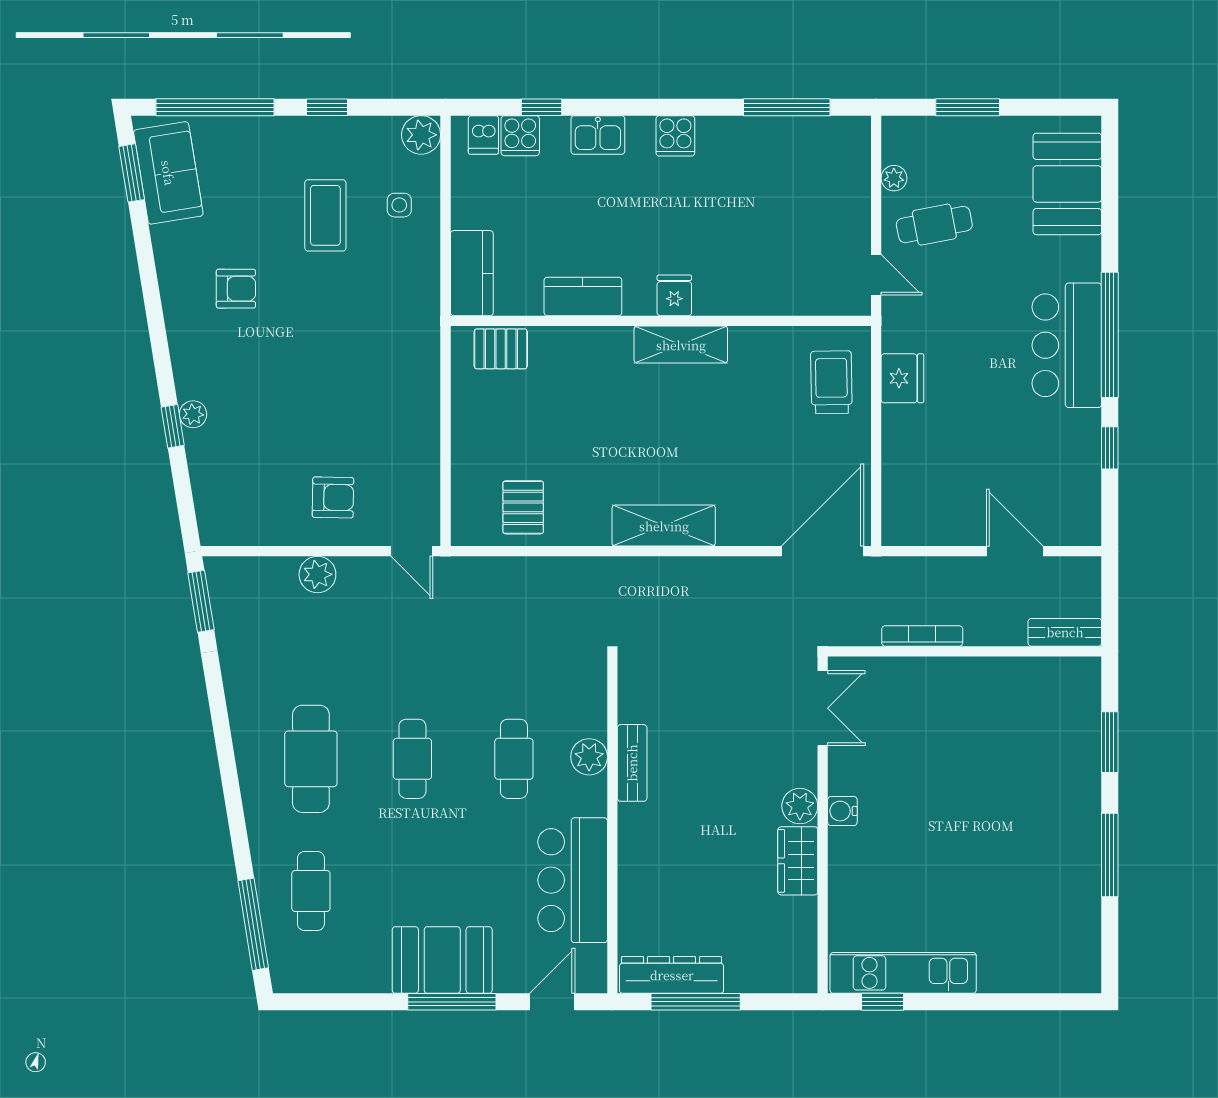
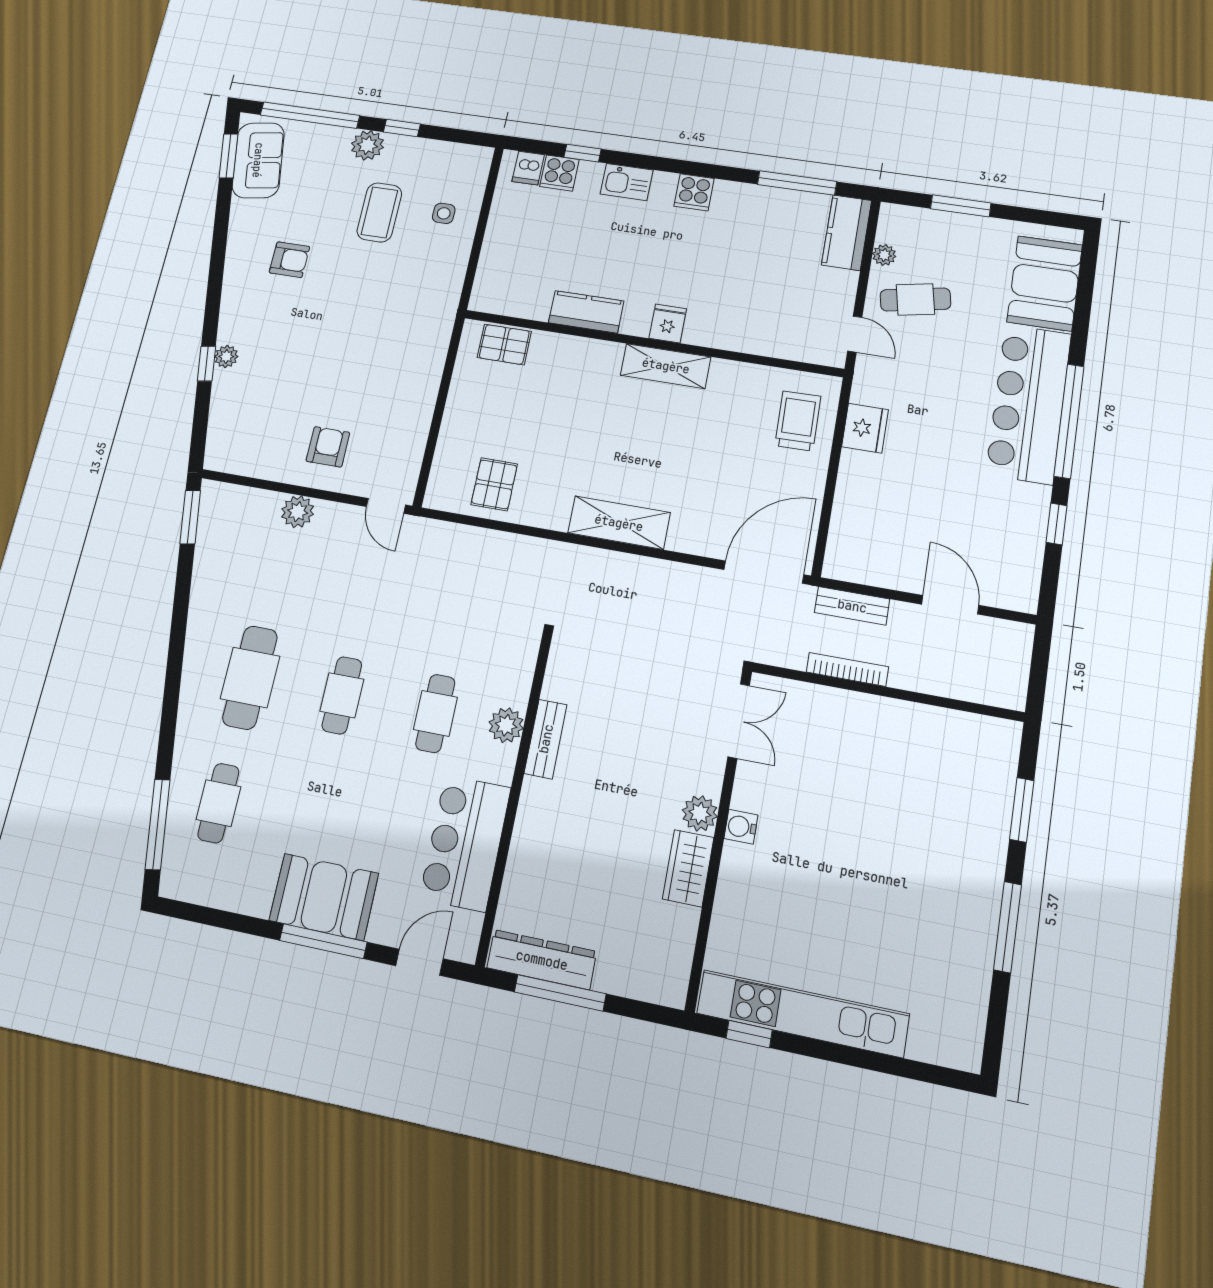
plant: (421, 135) -> (367, 145), moved
kitchen counter: (472, 273) -> (847, 233), moved, turned 180
bar counter: (1067, 345) -> (1029, 404), width x1.36
armchair: (333, 497) -> (328, 447), turned -91
bench: (1065, 632) -> (852, 606), moved
kitchen unit: (903, 973) -> (803, 1013), width x1.36

